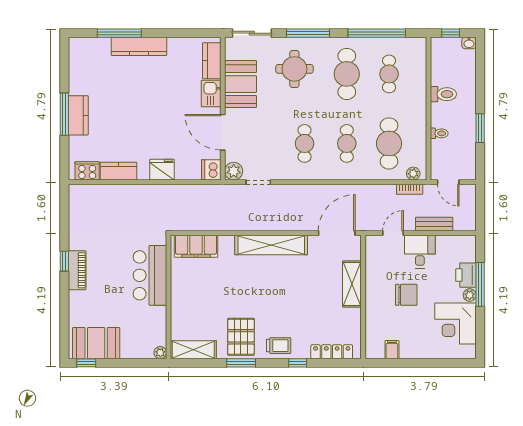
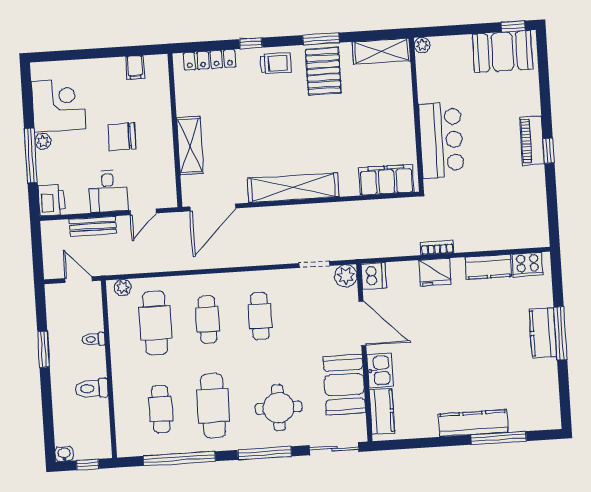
bookcase: (410, 189) -> (437, 248), moved
printer: (466, 275) -> (51, 200), moved
trolley: (279, 346) -> (276, 63), turned 180

